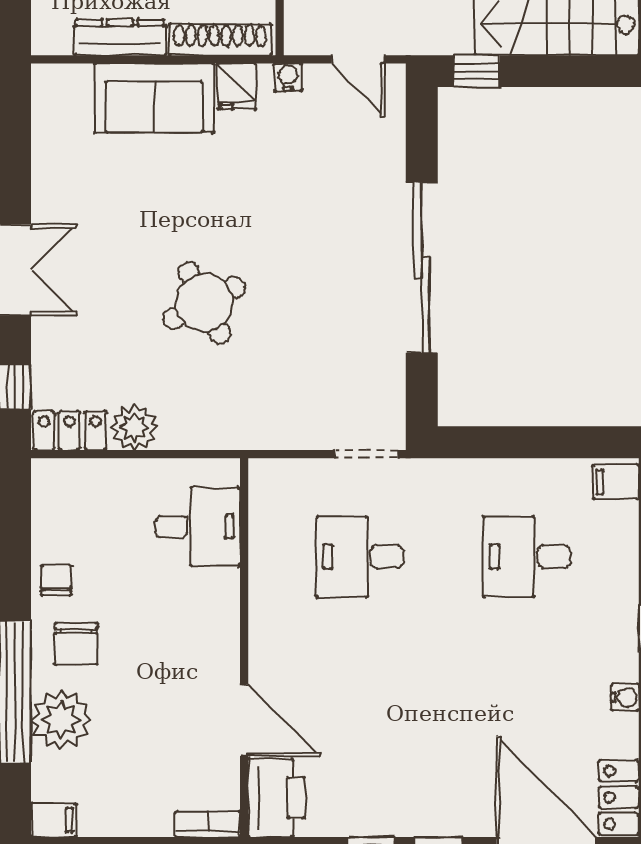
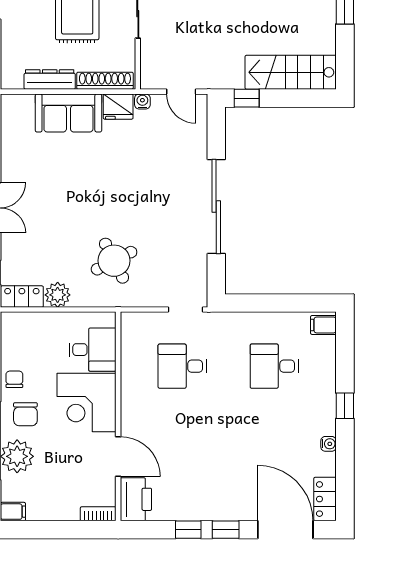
fridge: (237, 86) -> (118, 107), width x1.38
round table: (204, 303) -> (114, 261), moved
corner desk: (187, 622) -> (87, 402), added

